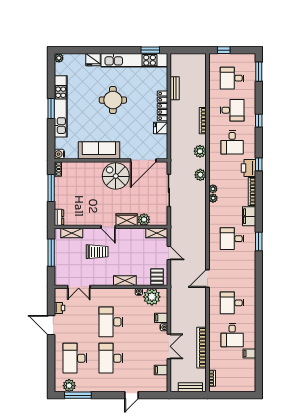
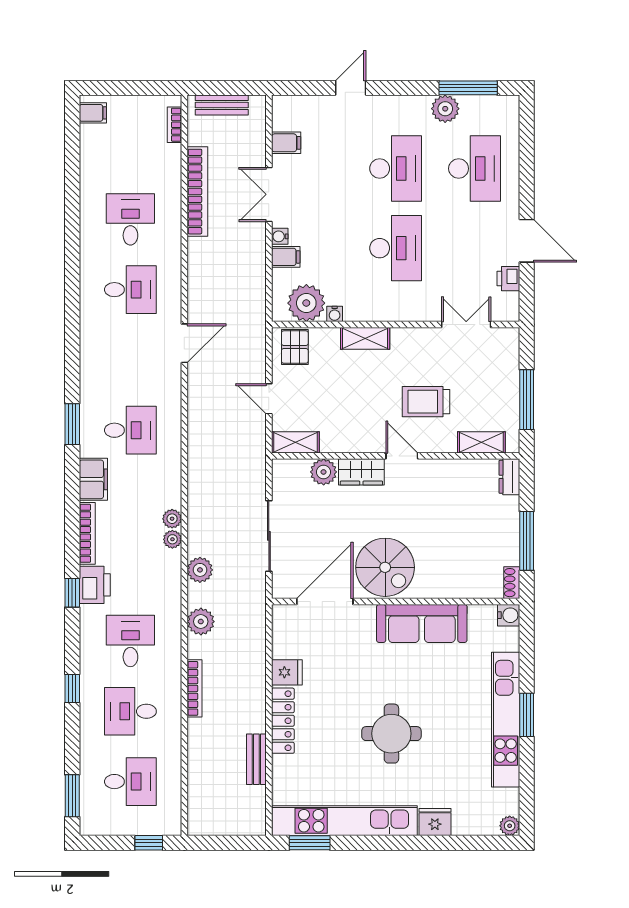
filing cabinet: (249, 354) -> (93, 113), moved
plant: (69, 386) -> (445, 109), moved

